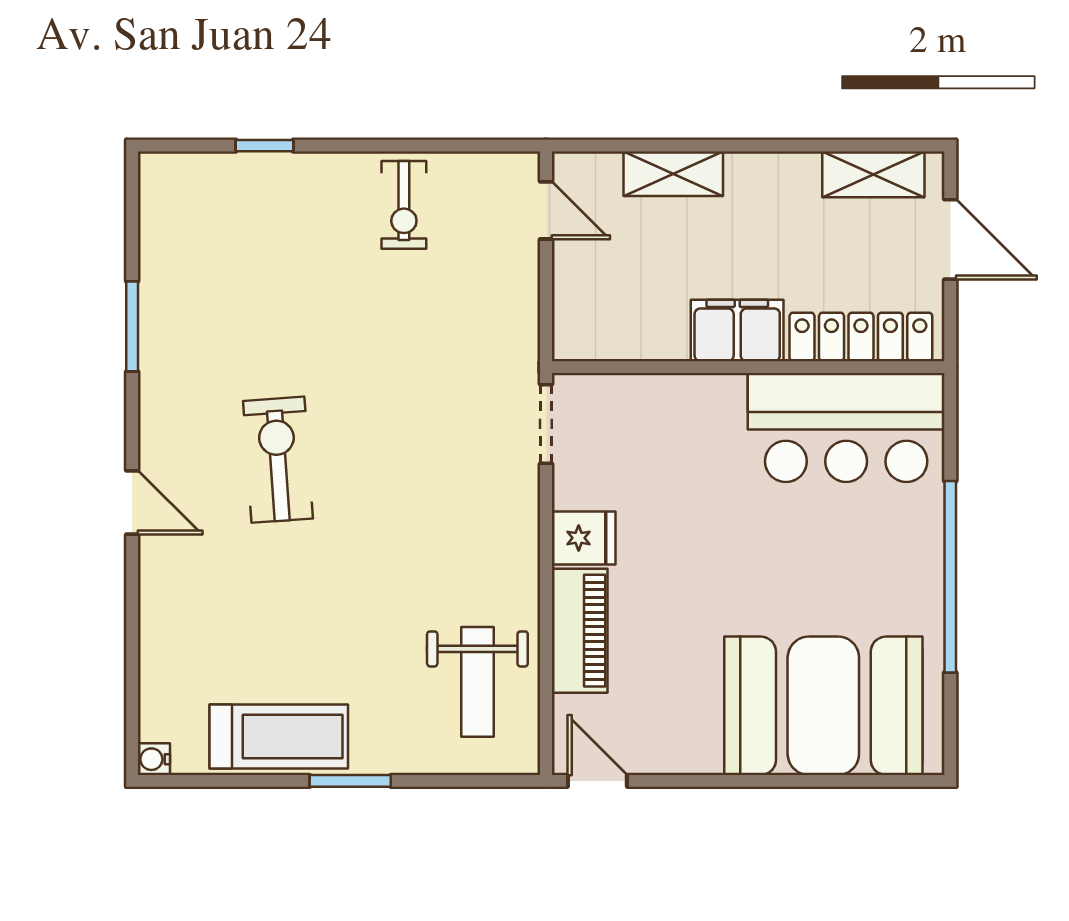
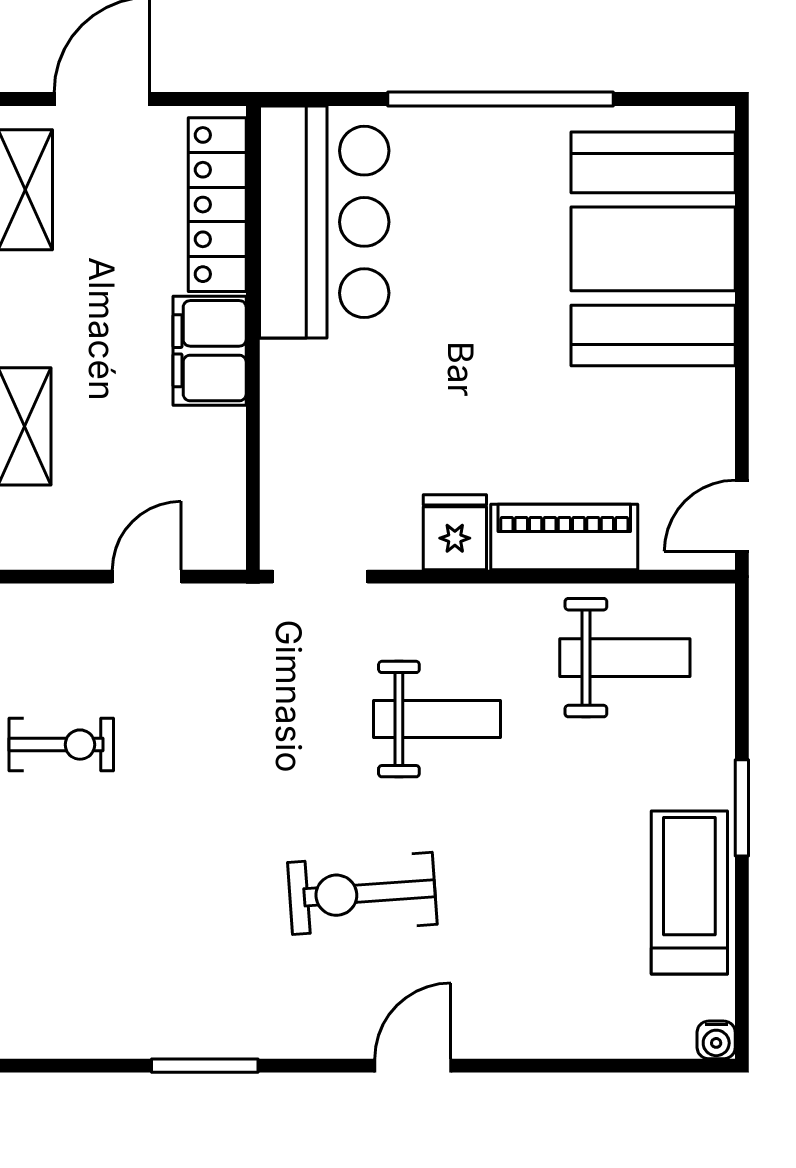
door: (546, 210) -> (147, 577), moved
weight bench: (425, 523) -> (437, 719), added

